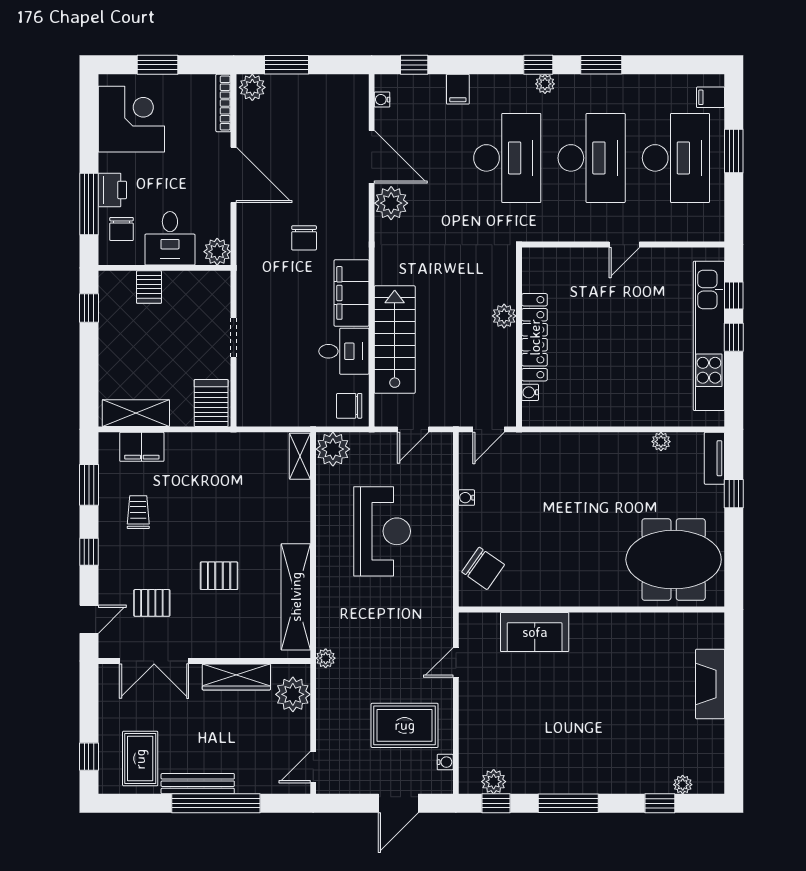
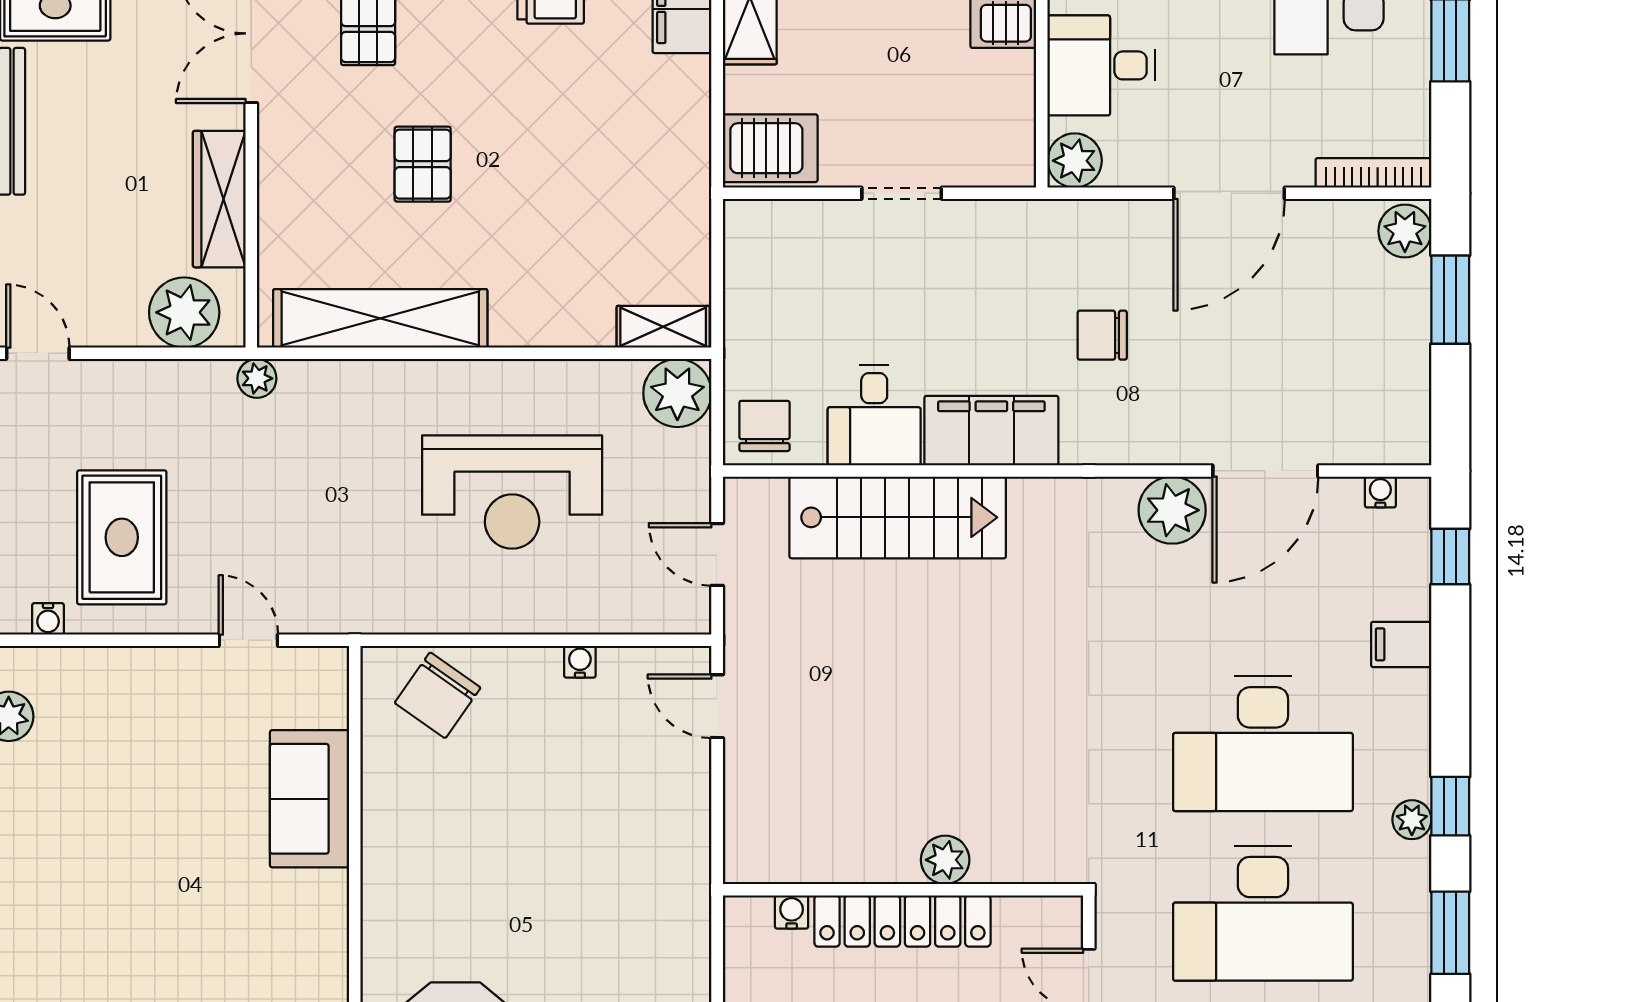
plant: (504, 316) -> (945, 860), moved
wall: (519, 337) -> (903, 890), moved
locker: (535, 337) -> (902, 921), moved
water cooler: (530, 392) -> (792, 912), moved

